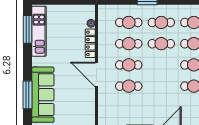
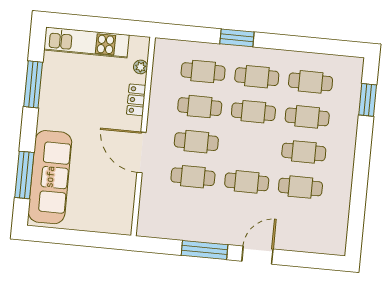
window: (28, 29) -> (33, 84), moved
kitchen unit: (39, 31) -> (86, 43), moved, turned 90
locker: (90, 43) -> (136, 100), width x0.66
cafe table: (161, 86) -> (247, 182), added

